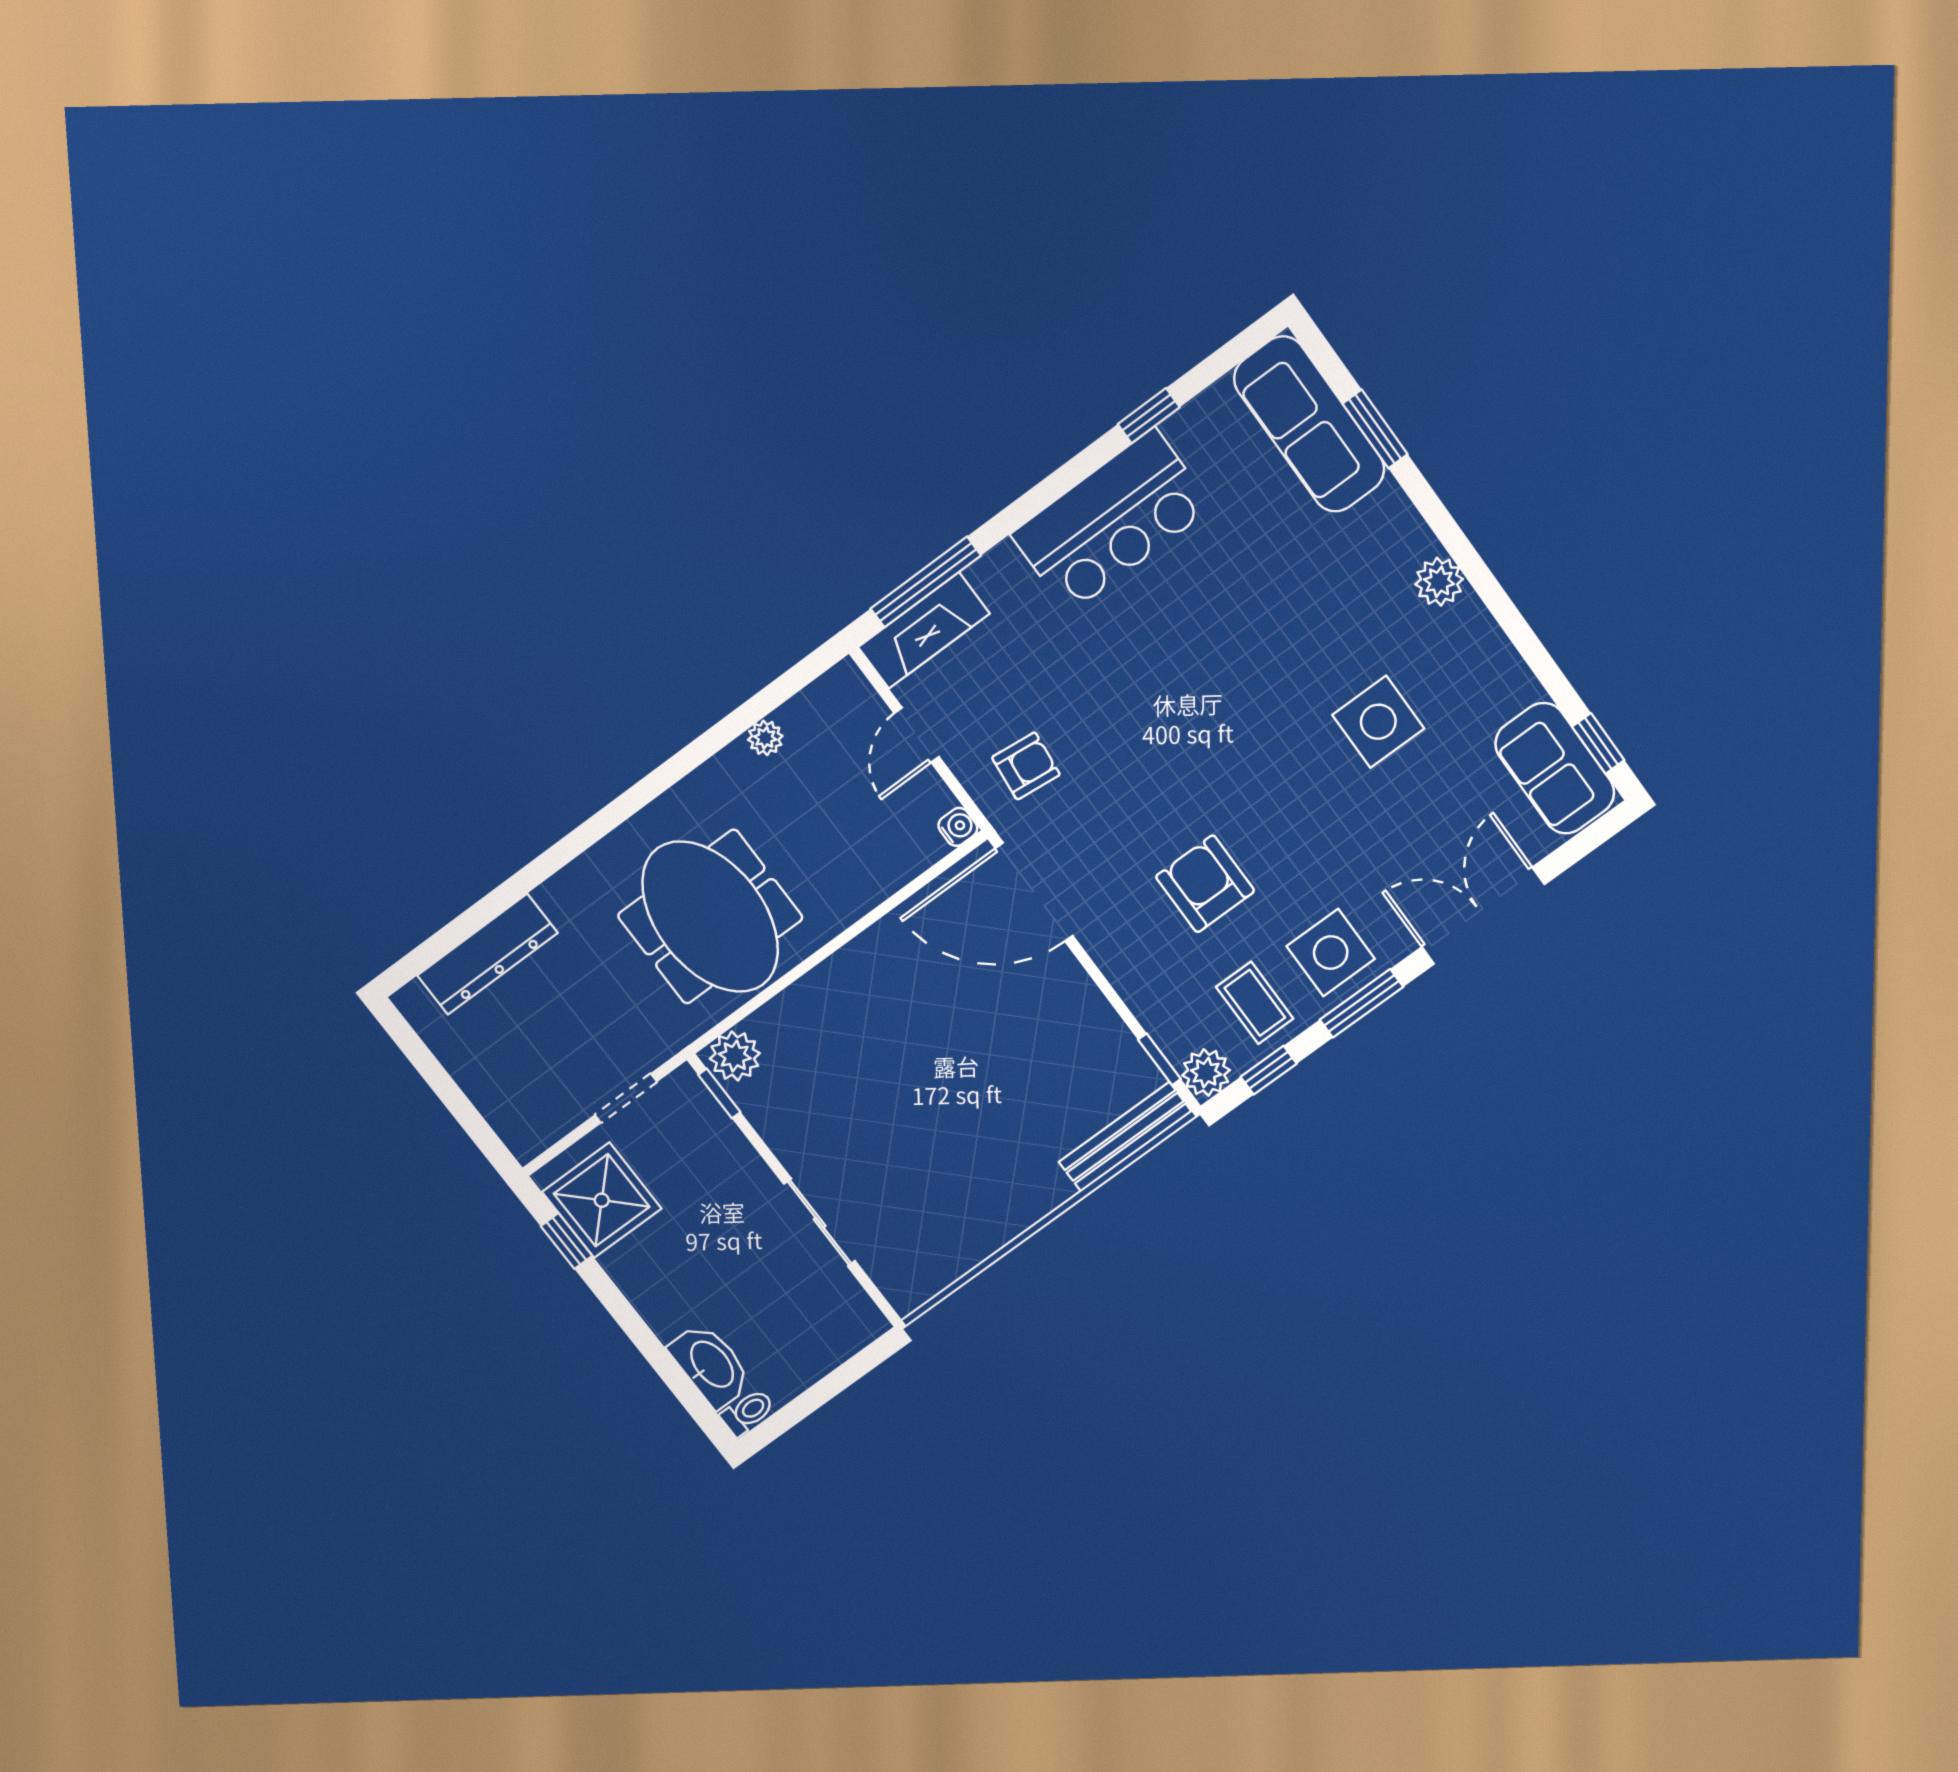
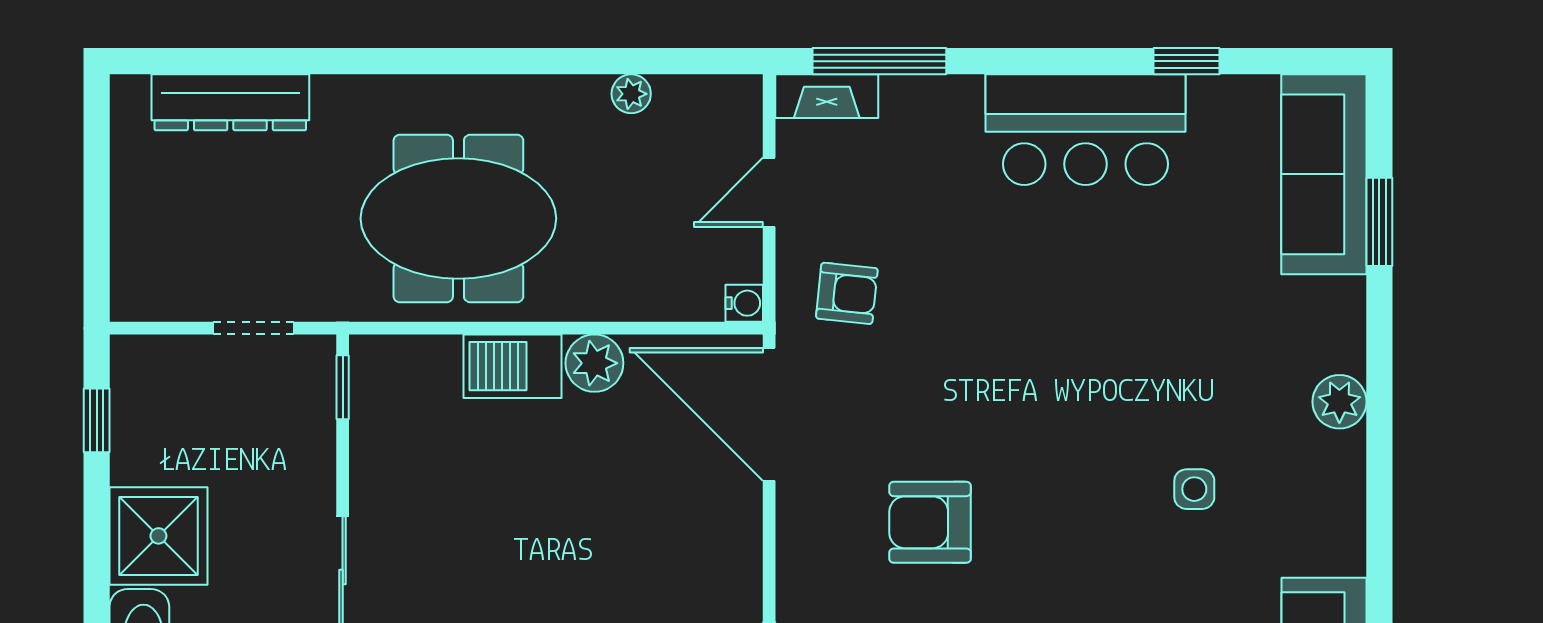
fireplace: (924, 630) -> (827, 96), width x0.73, depth x0.76
side table: (1378, 722) -> (1194, 489), width x0.54, depth x0.54
armchair: (1205, 884) -> (930, 522), turned -90
meeting table: (710, 917) -> (458, 218), turned 90
barbecue: (827, 992) -> (513, 366), added
plant: (735, 1056) -> (594, 363), moved
shower: (602, 1200) -> (158, 536), moved

